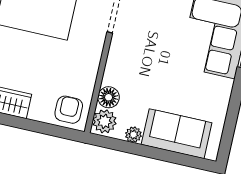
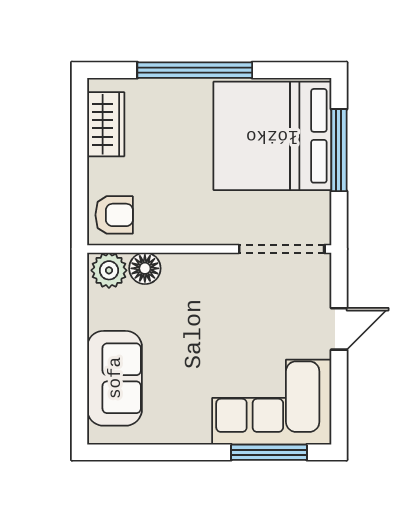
plant: (133, 135) -> (99, 316), removed

